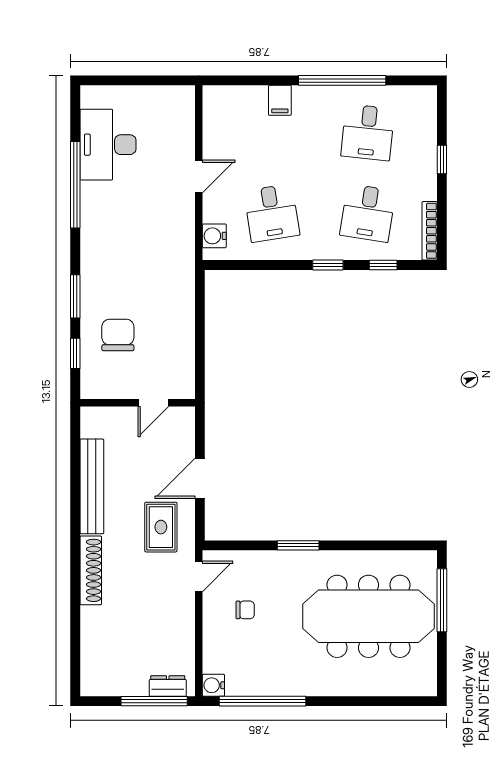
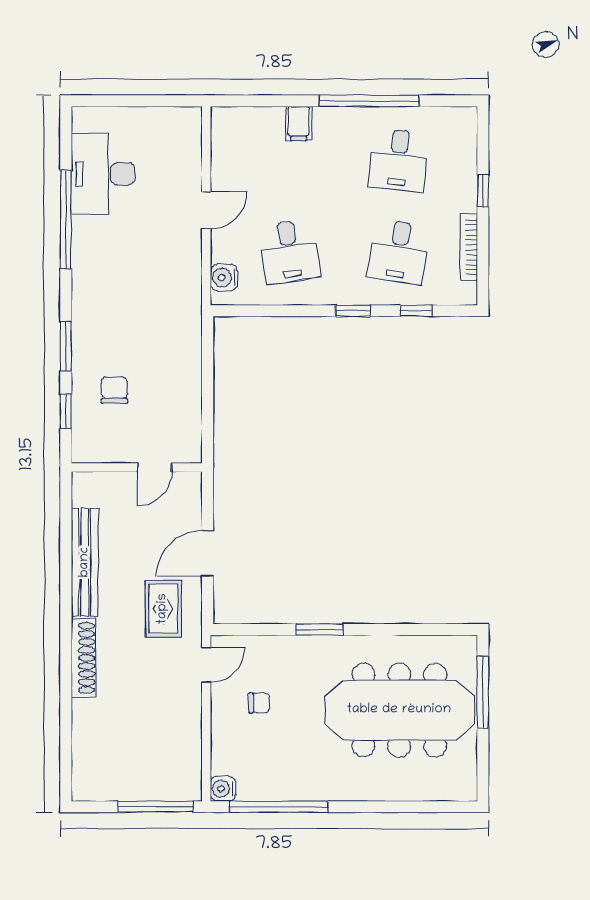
bookcase: (430, 231) -> (469, 247), moved
chair: (118, 335) -> (114, 390), width x0.73, depth x0.73
dresser: (168, 686) -> (171, 790), removed

